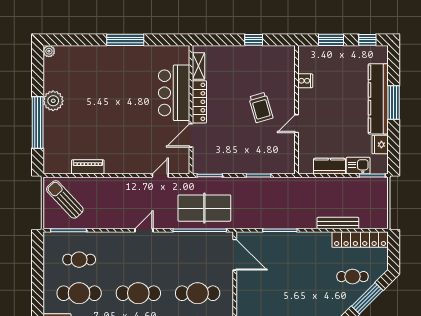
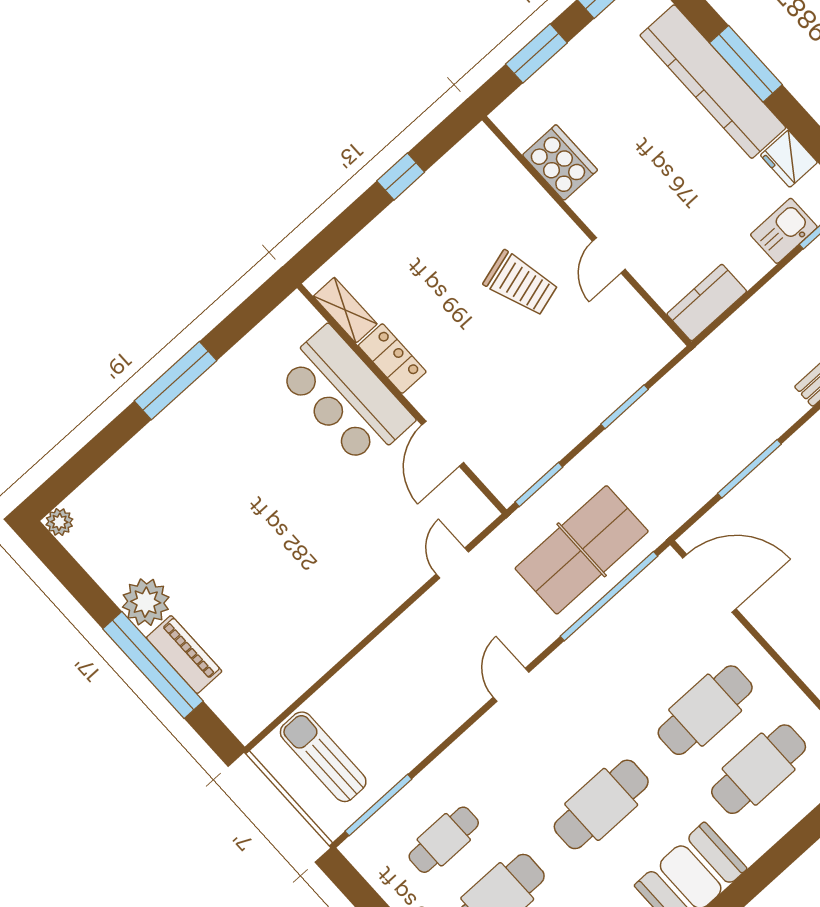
cooker: (305, 81) -> (560, 163), width x1.87, depth x1.31
locker: (199, 102) -> (392, 359), width x0.66
kitchen counter: (329, 166) -> (707, 303), moved
piano: (88, 167) -> (184, 655), moved, turned 90
sun lounger: (65, 199) -> (323, 757), turned 43

